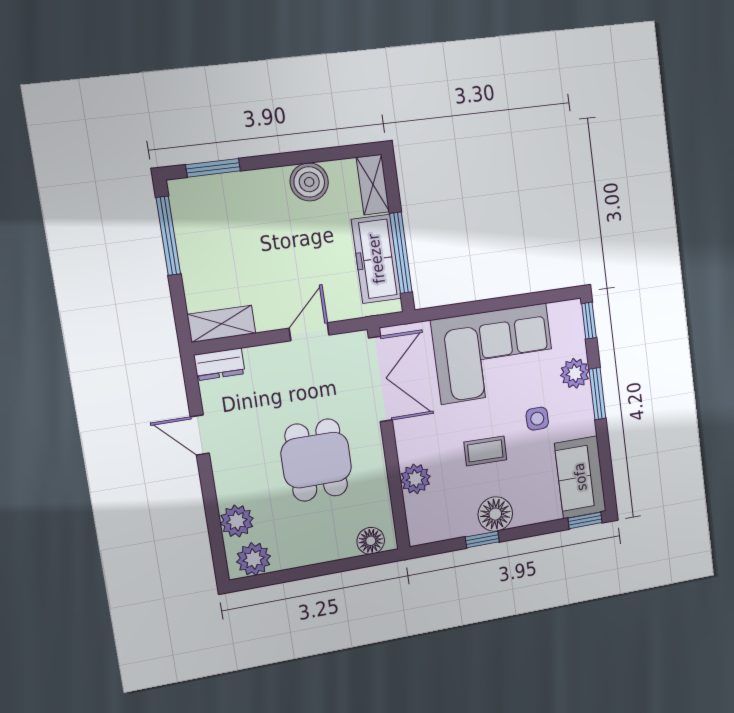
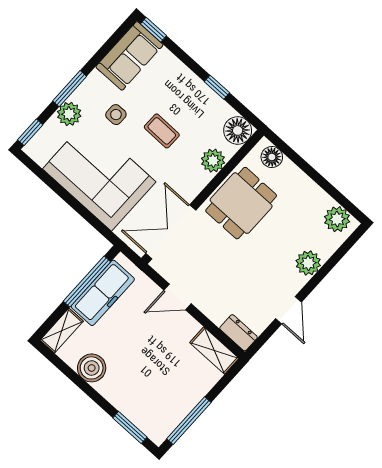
dining table: (316, 460) -> (241, 203), moved
floor lamp: (495, 514) -> (238, 130), moved
plant: (237, 521) -> (308, 263), moved

